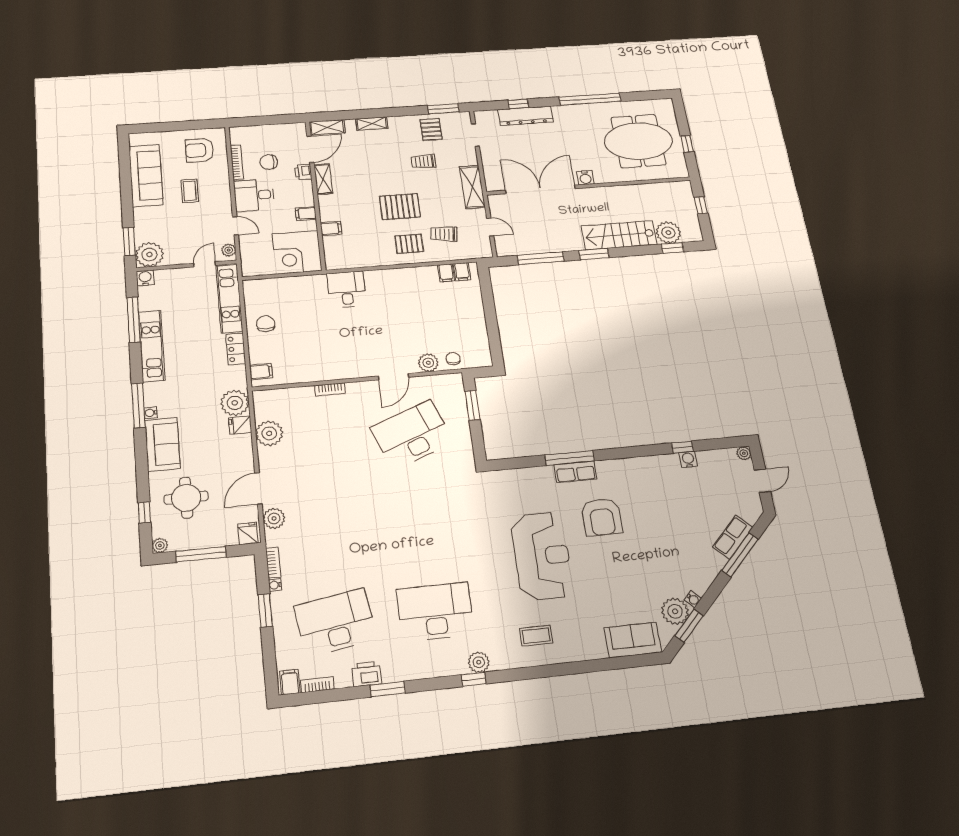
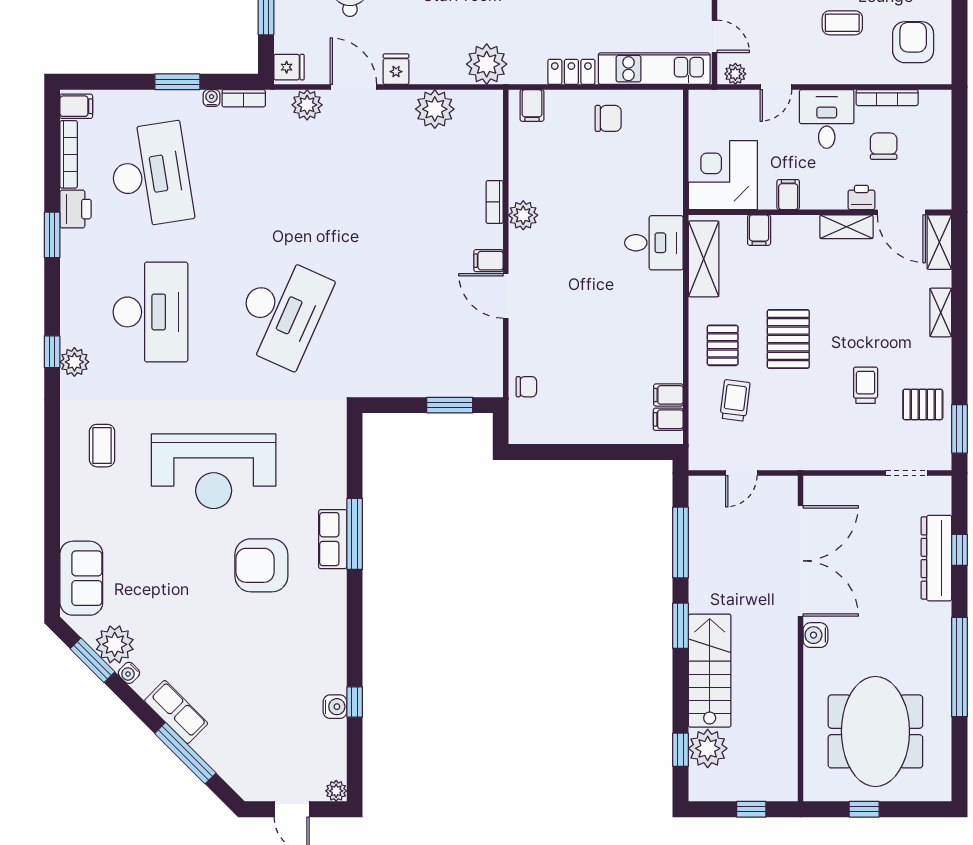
shelving: (472, 187) -> (704, 259), moved, turned 90
plant: (428, 363) -> (523, 215), moved
filing cabinet: (371, 390) -> (489, 261), added
fridge: (240, 425) -> (396, 69), moved
desk: (412, 435) -> (282, 312), moved, turned 45
row of seats: (733, 537) -> (176, 712), moved
bookcase: (317, 685) -> (69, 154), width x1.56

